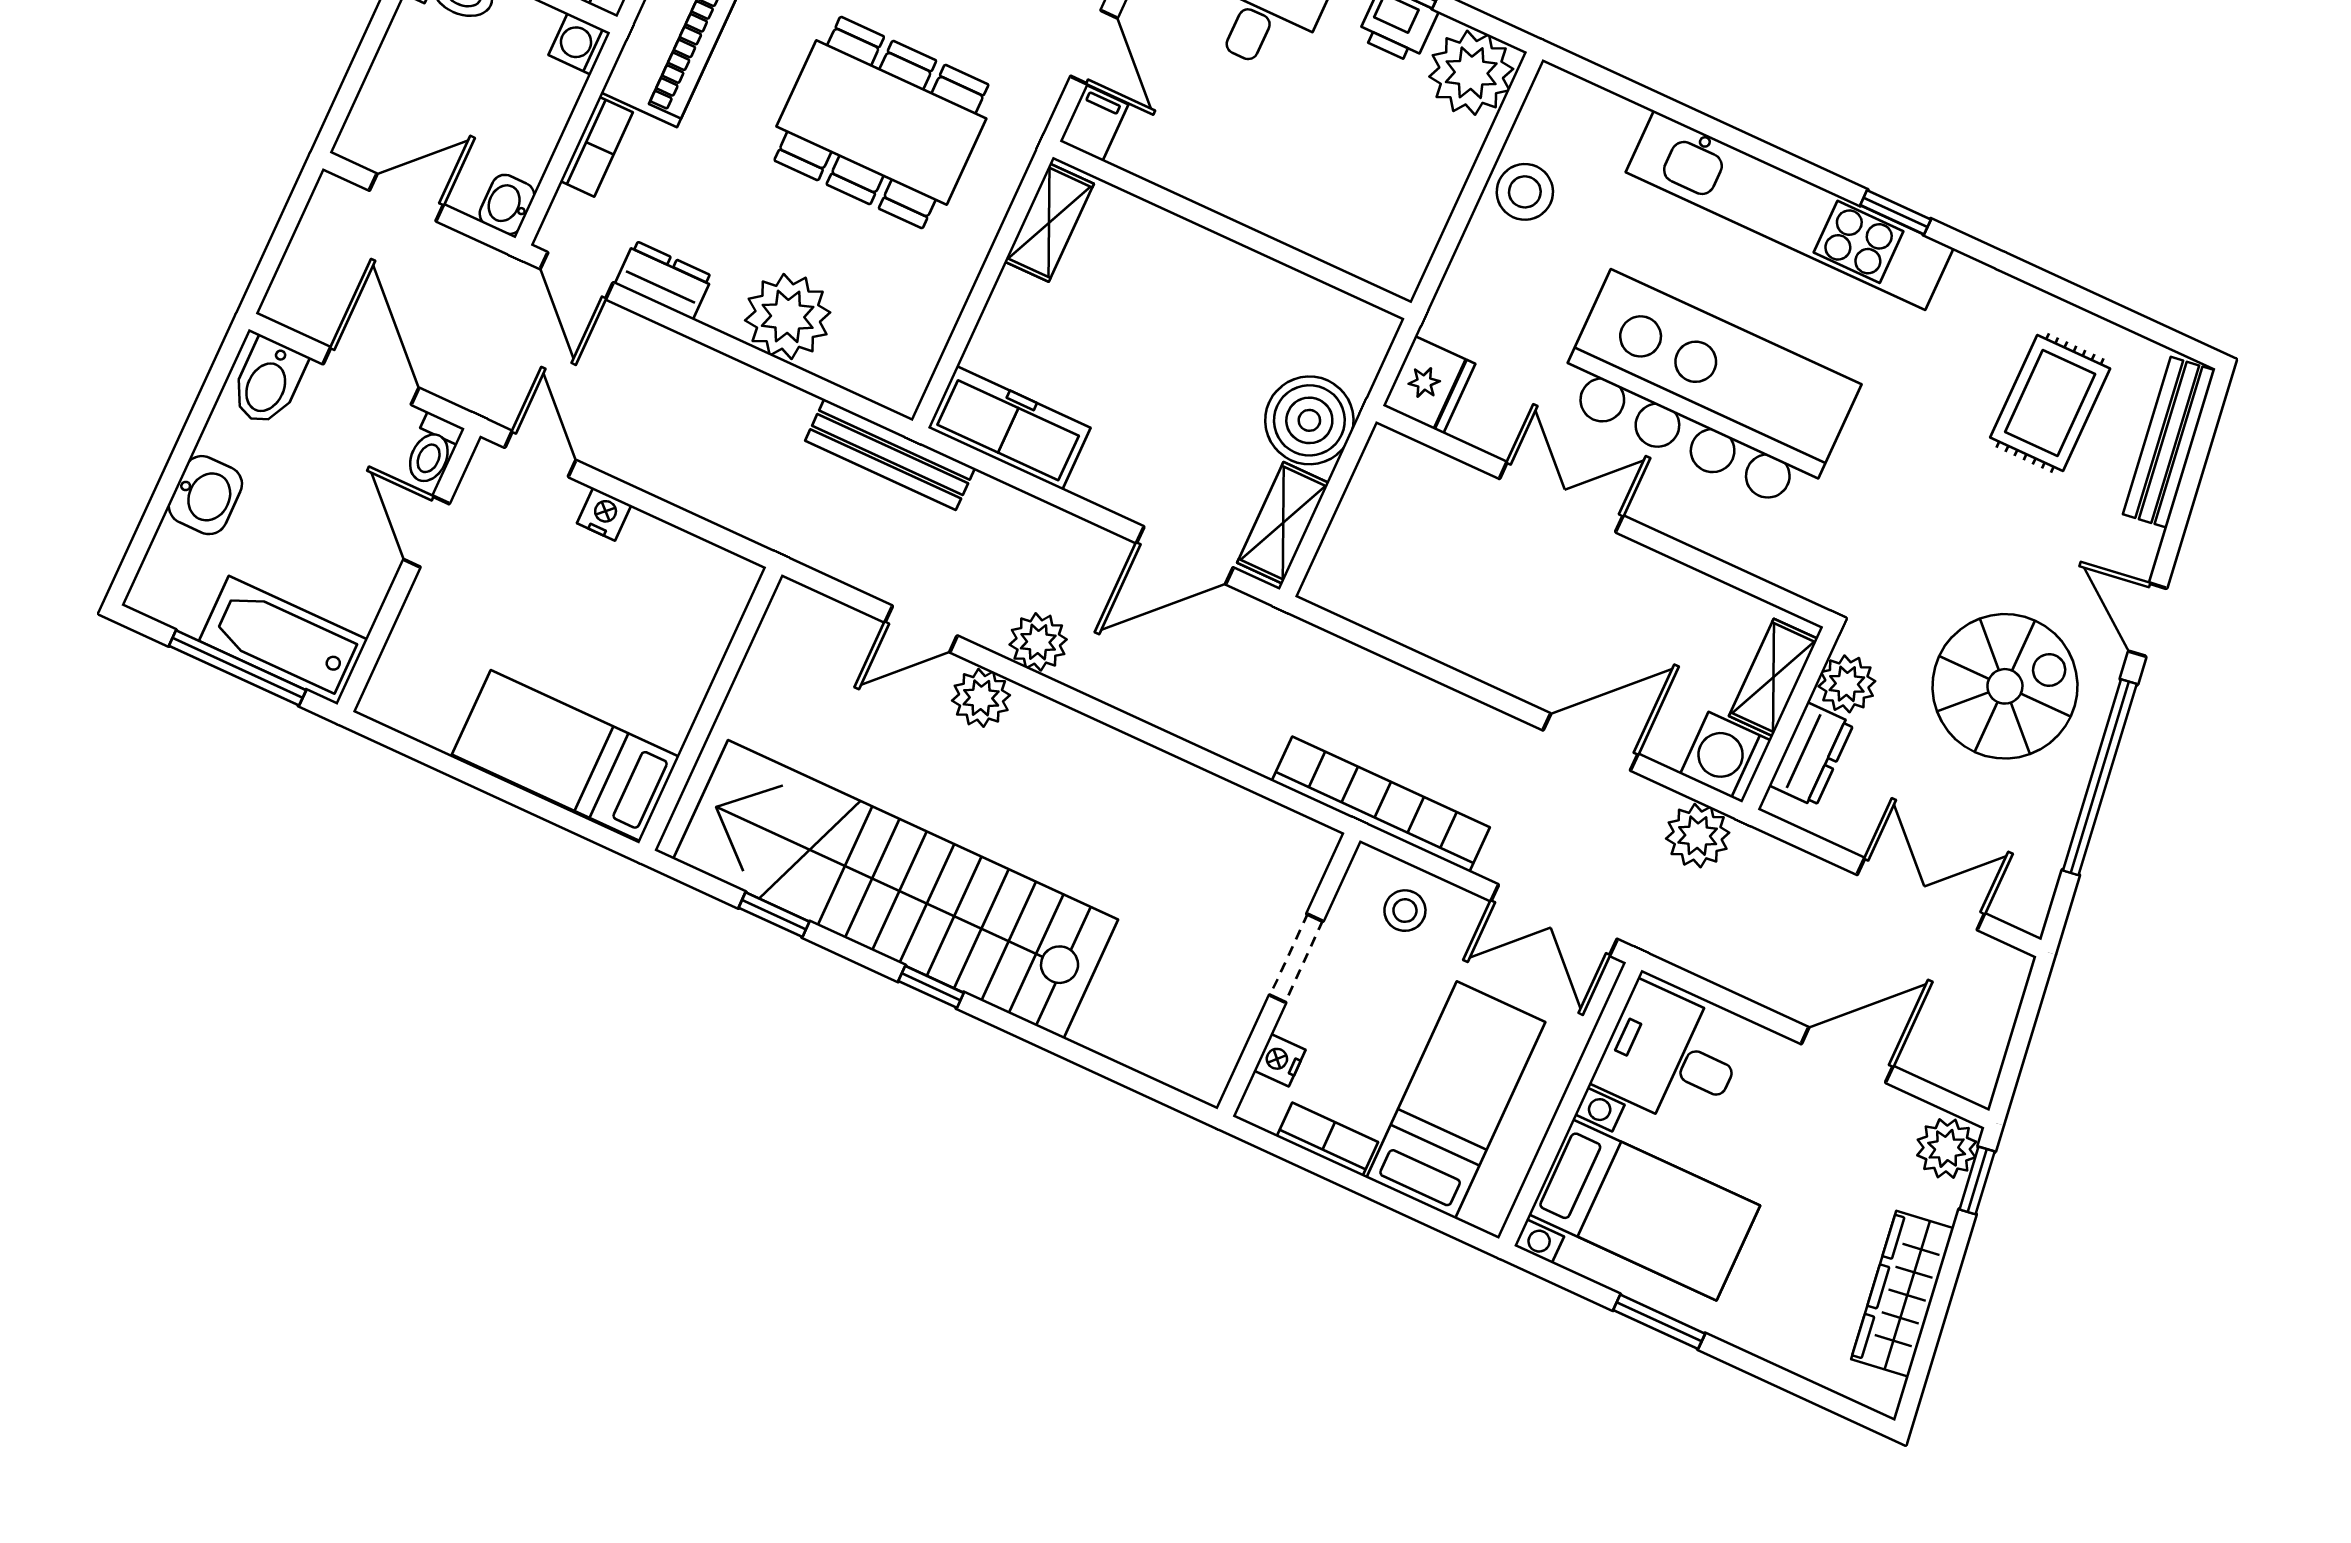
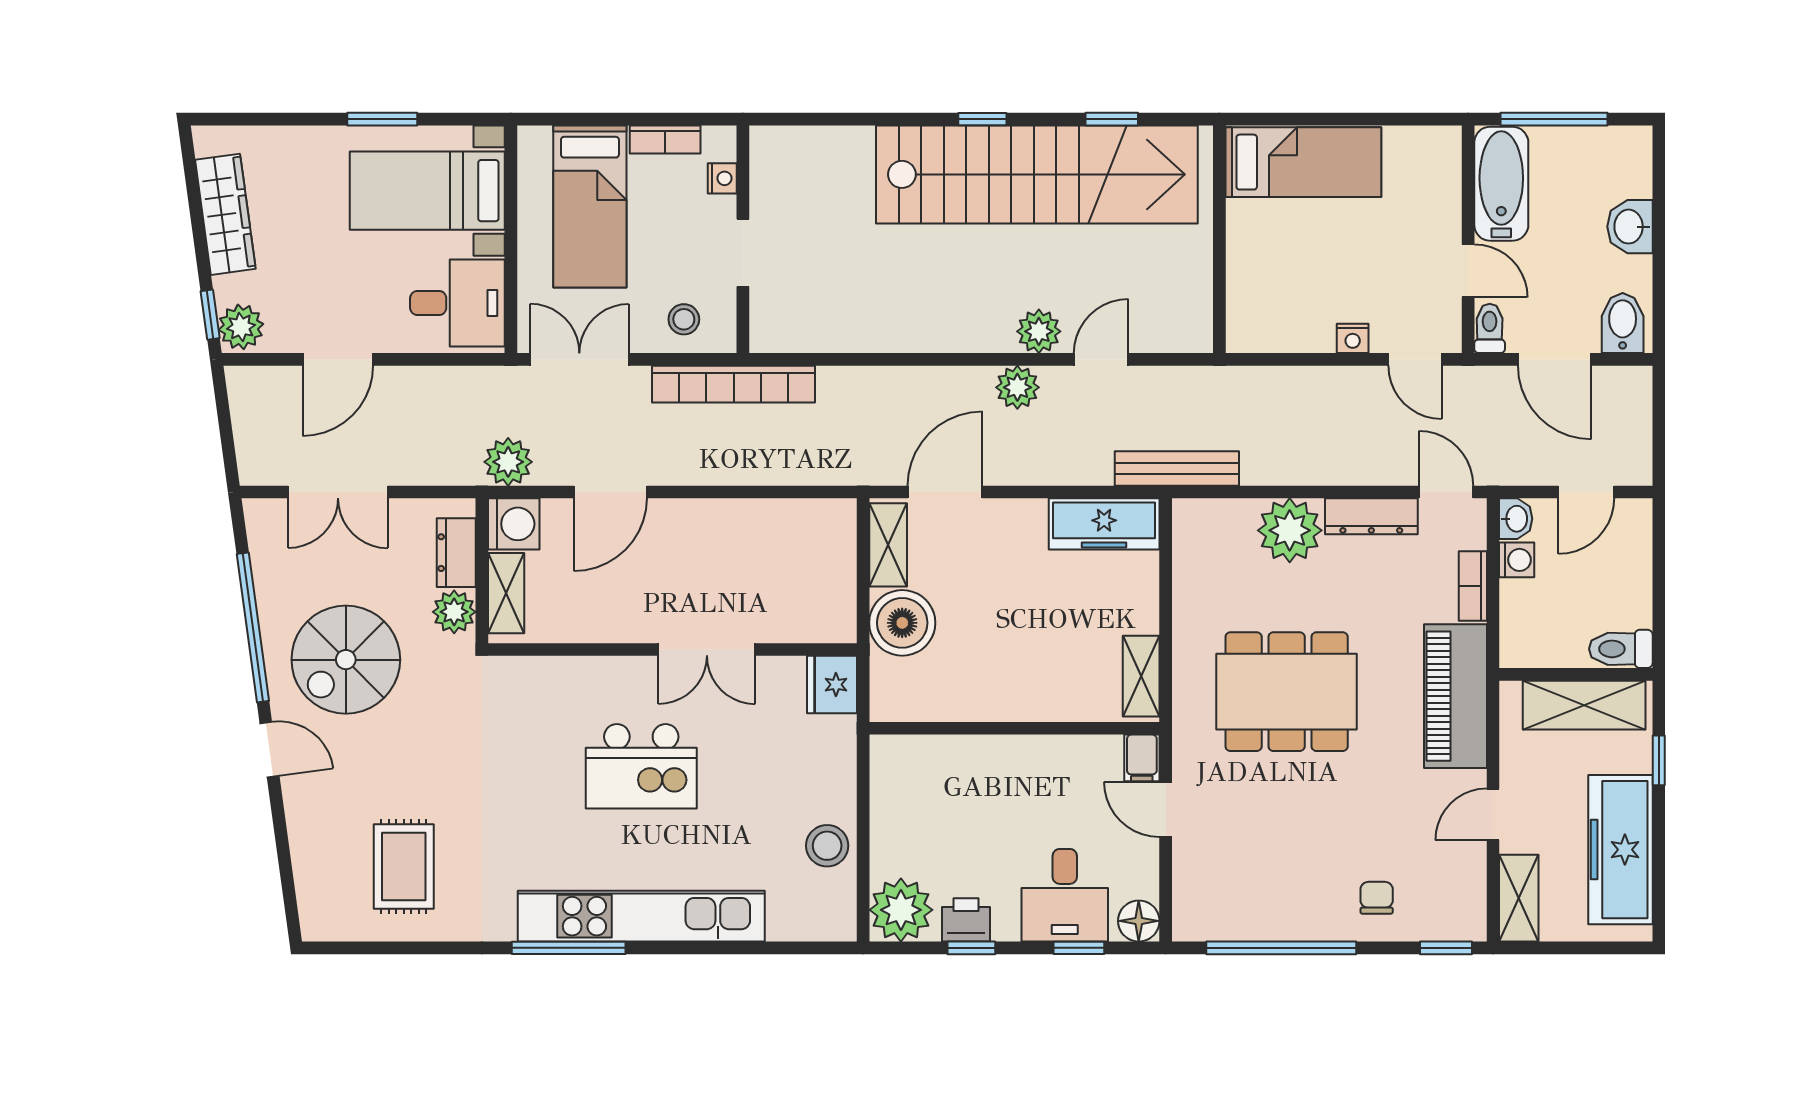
washing machine: (579, 44) -> (1517, 560), moved
window: (1896, 212) -> (569, 948), width x2.17
dresser: (664, 280) -> (1371, 516), width x1.44
kitchen island: (1706, 392) -> (641, 766), width x0.54, depth x0.78
bench: (2169, 442) -> (311, 877), removed
bathtub: (283, 640) -> (1501, 184), moved, turned -90

